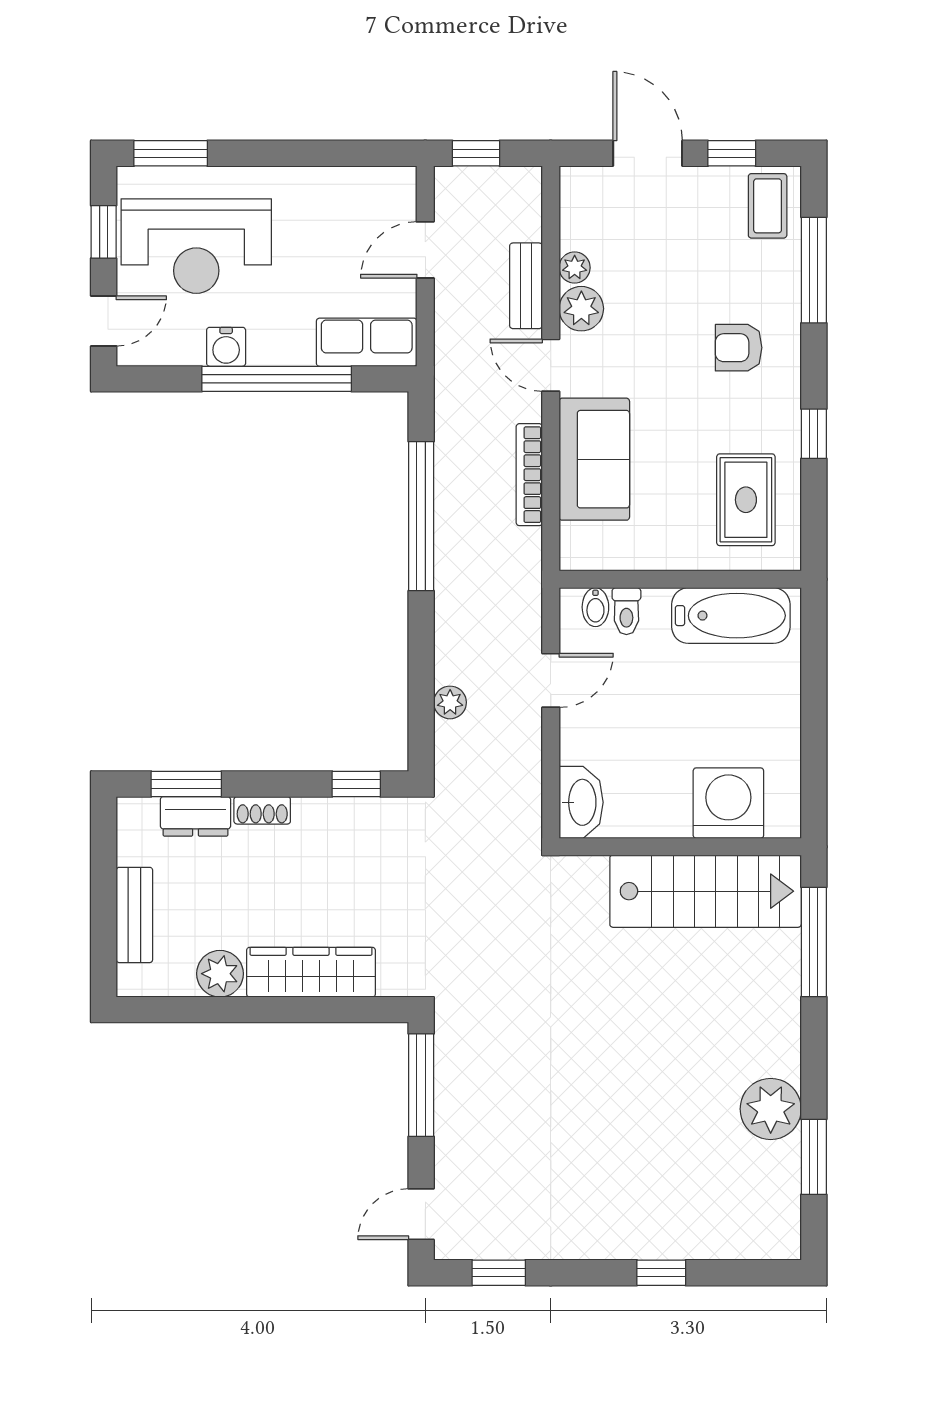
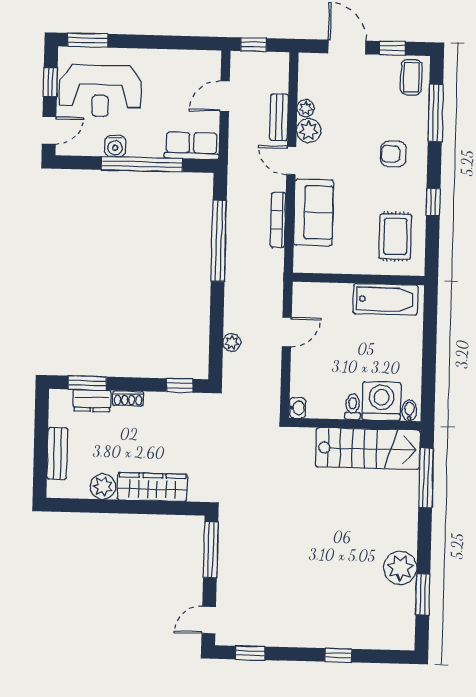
bidet: (595, 607) -> (409, 410), moved, turned 180
toilet: (626, 611) -> (353, 407), moved, turned 180
washbasin: (581, 802) -> (298, 408), width x0.52, depth x0.69

